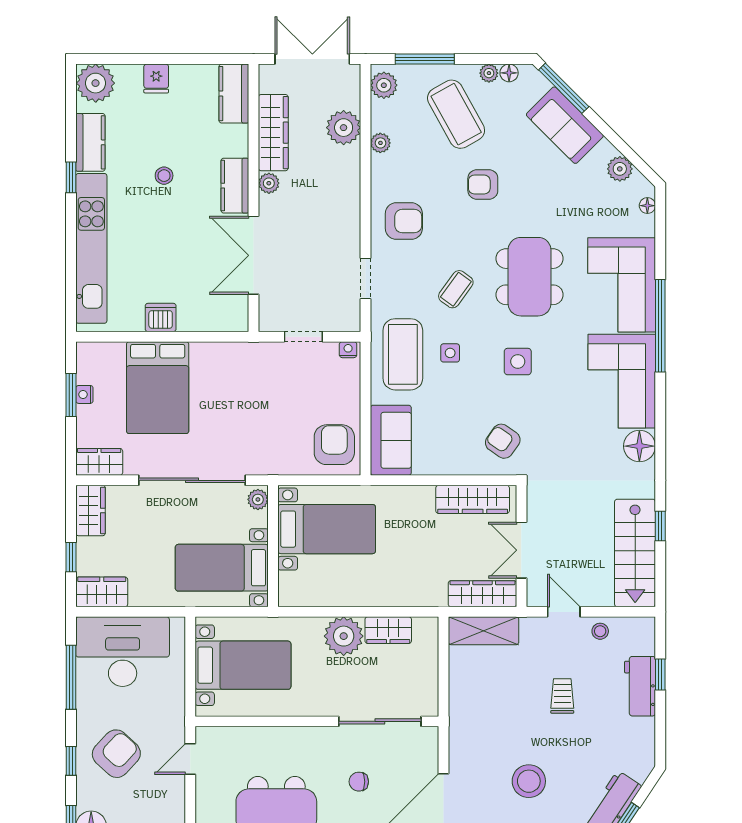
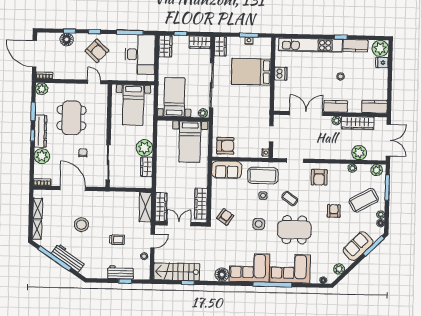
fridge: (156, 79) -> (382, 63), moved

